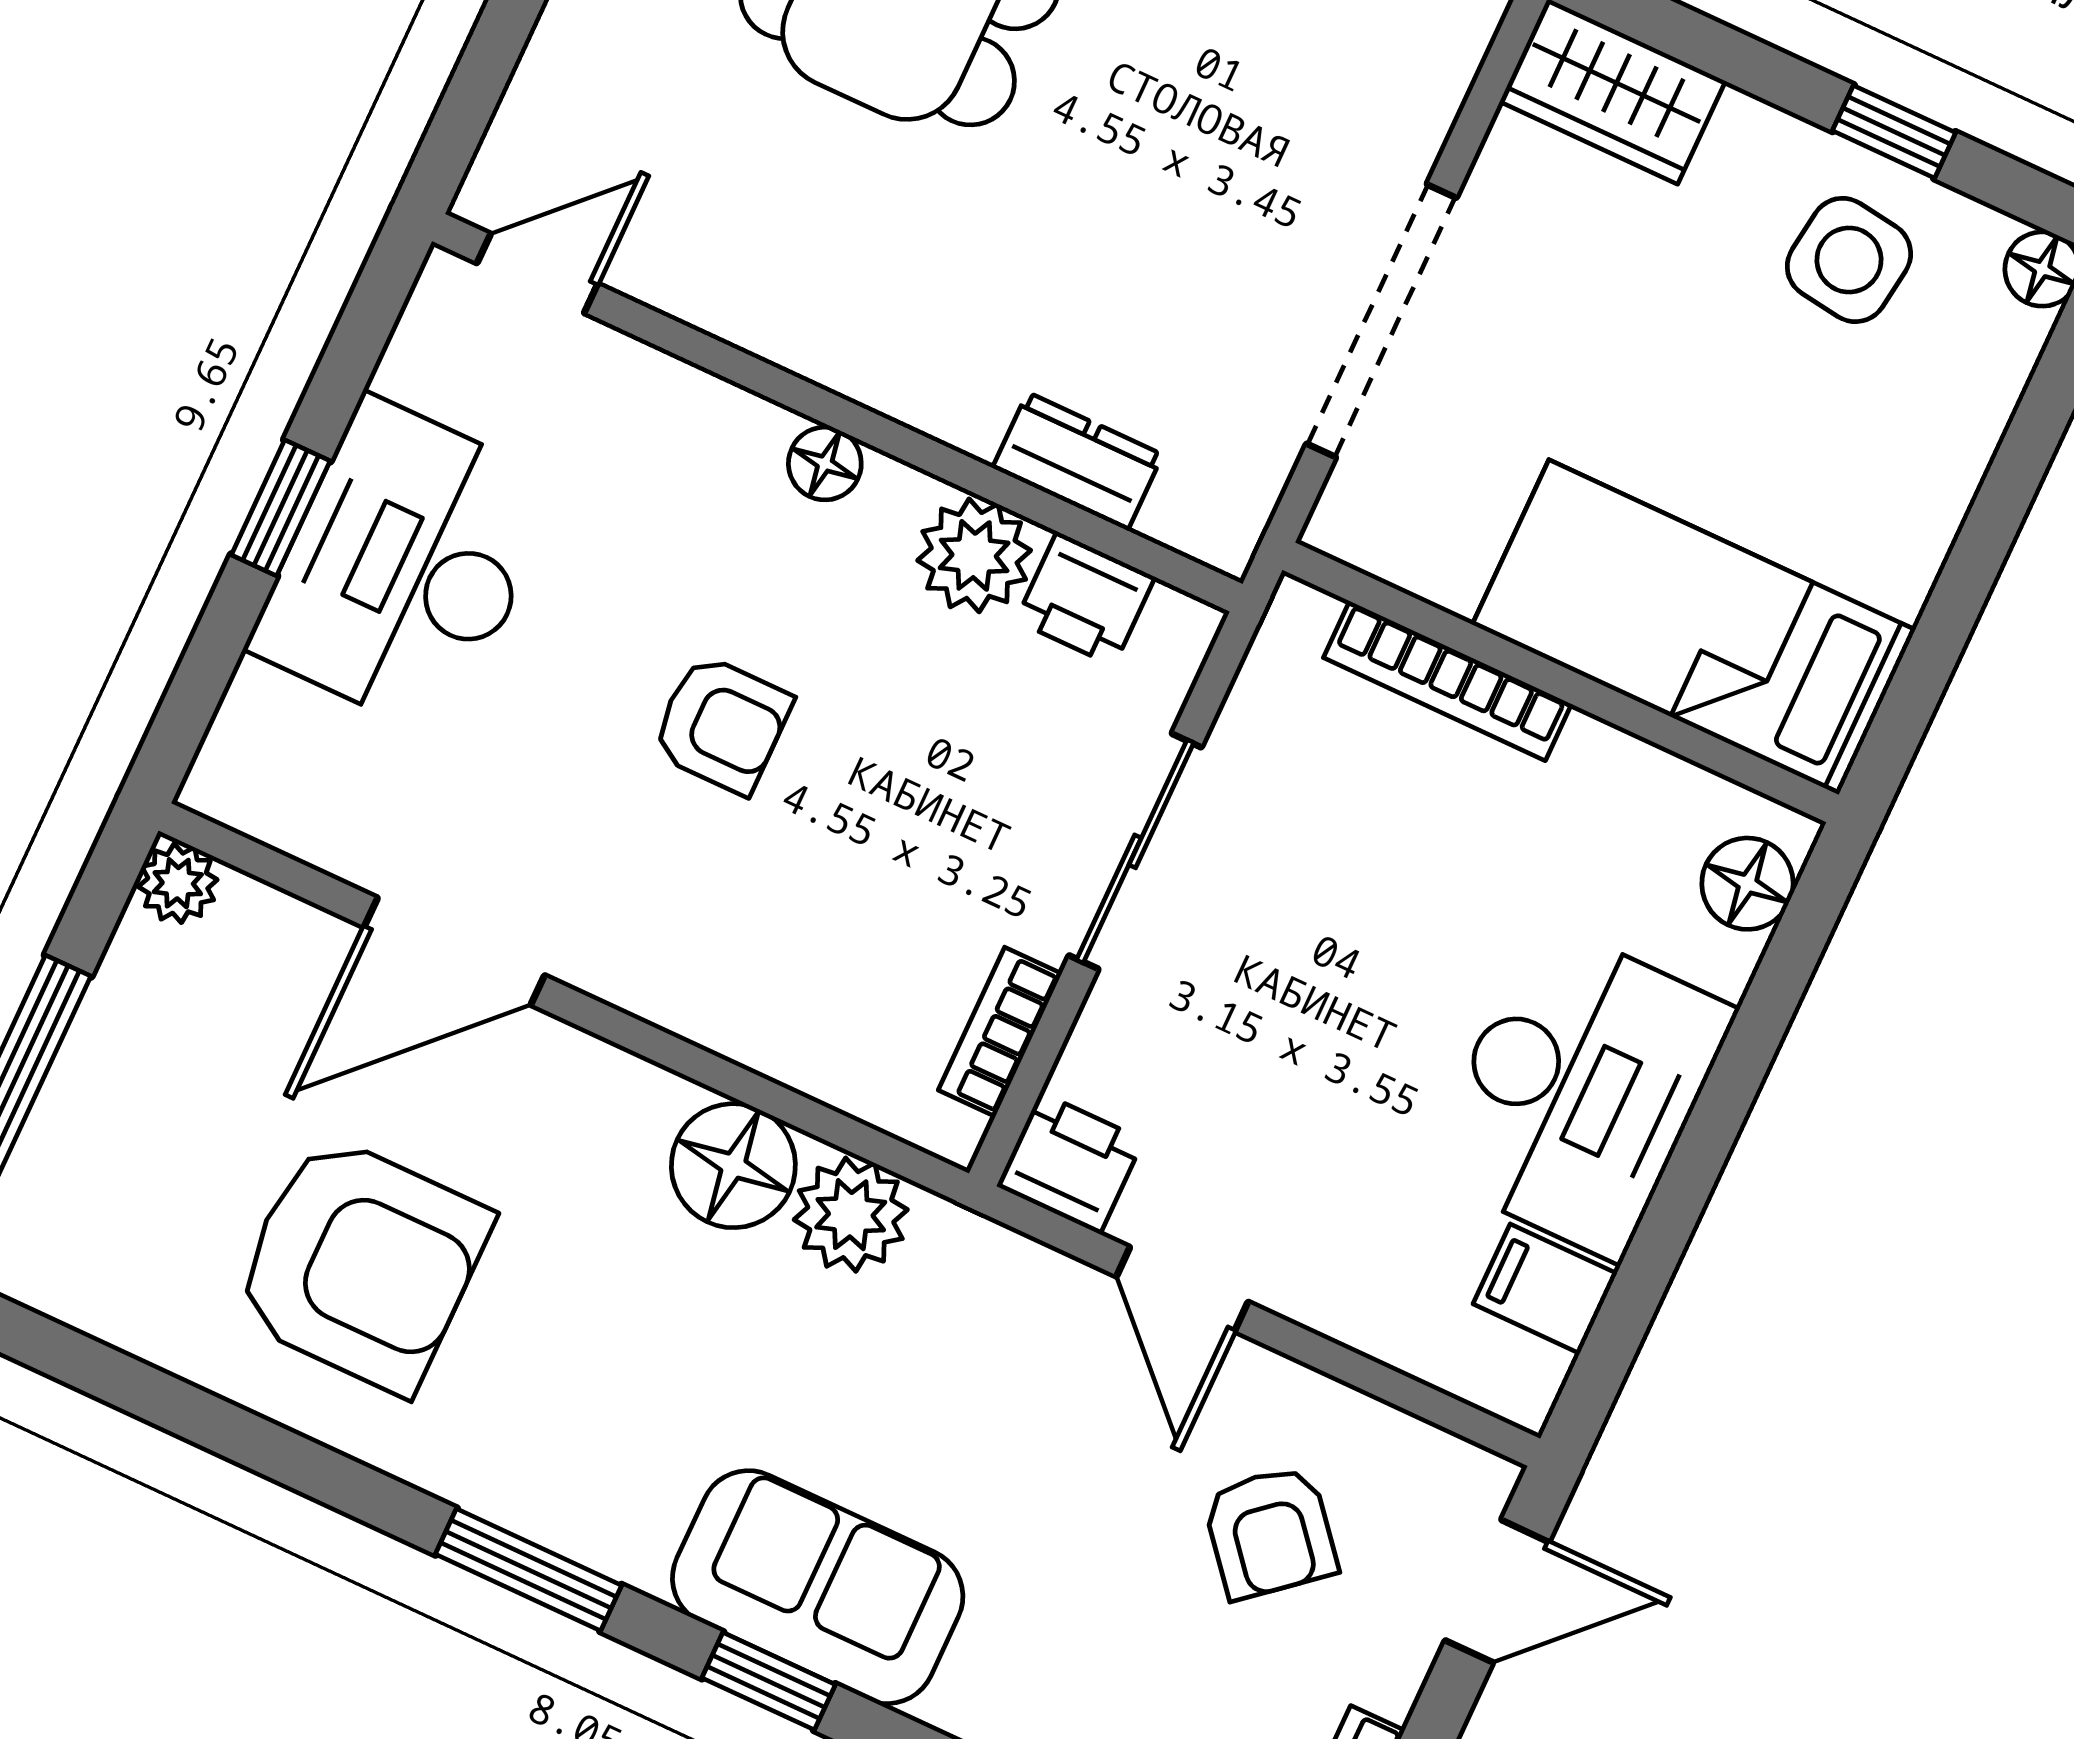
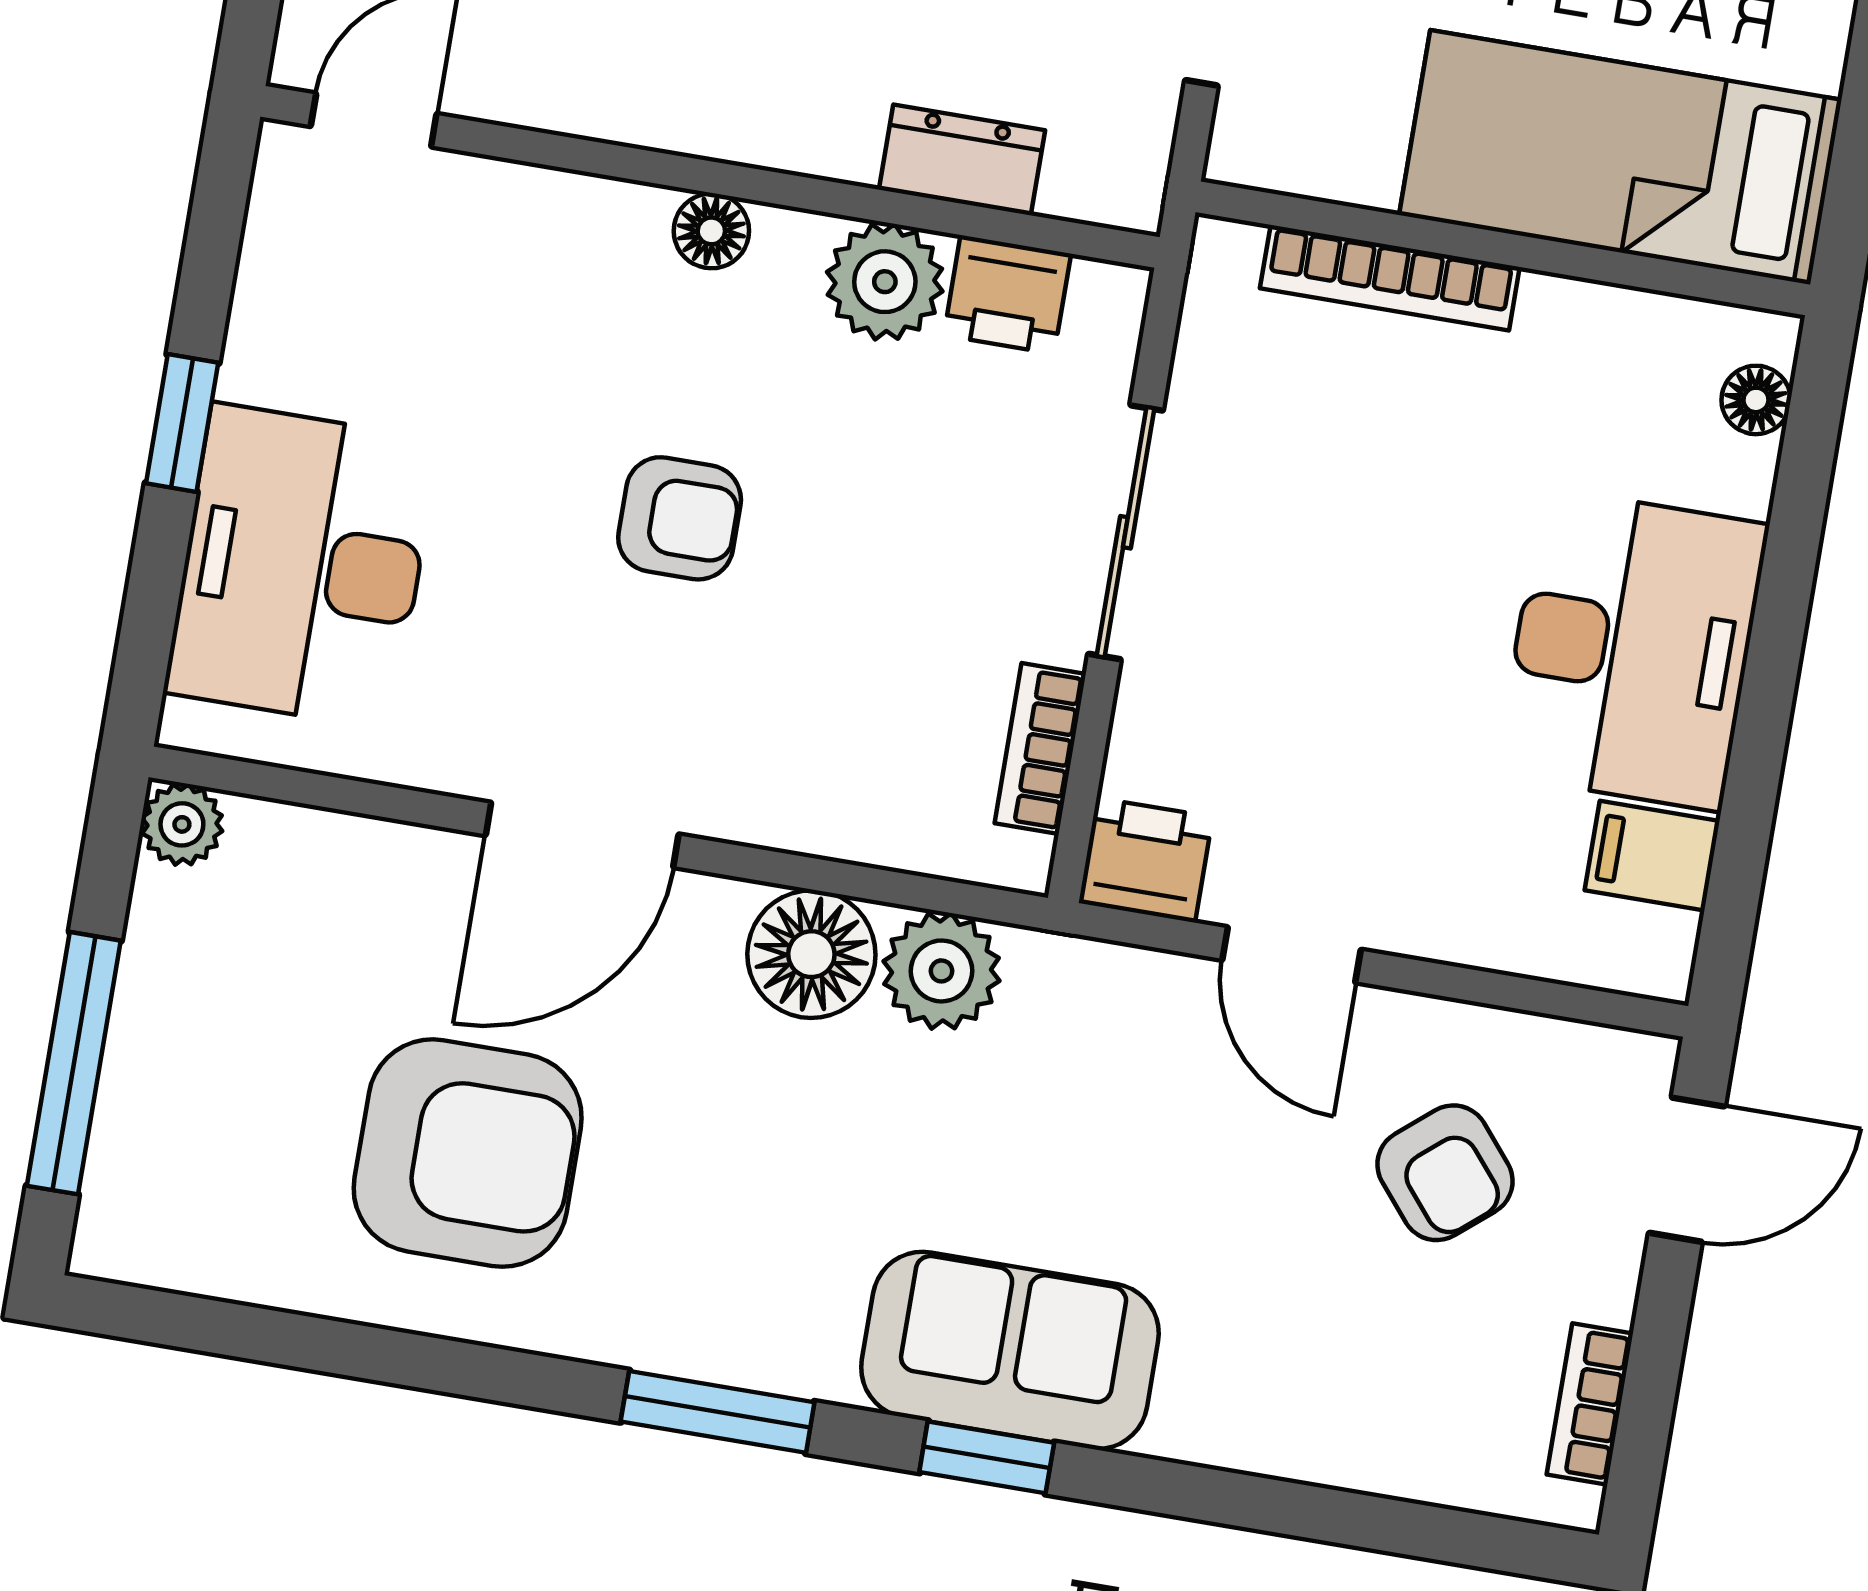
desk: (405, 567) -> (302, 566), moved
floor lamp: (1747, 884) -> (1756, 400), width x0.73, depth x0.73
door: (454, 951) -> (582, 835), moved

